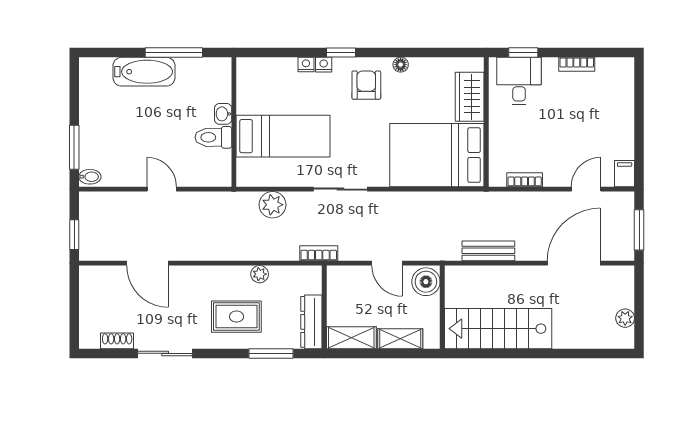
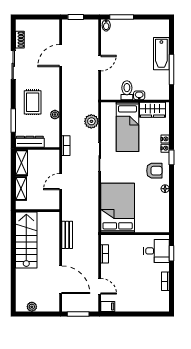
wardrobe: (470, 97) -> (153, 110), moved, turned 180
boiler: (426, 282) -> (51, 202), removed

